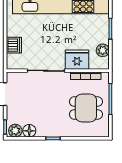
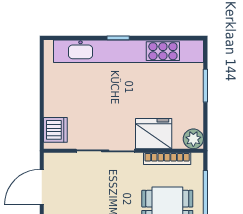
dishwasher: (14, 45) -> (55, 130), moved
plant: (103, 50) -> (193, 139), moved

